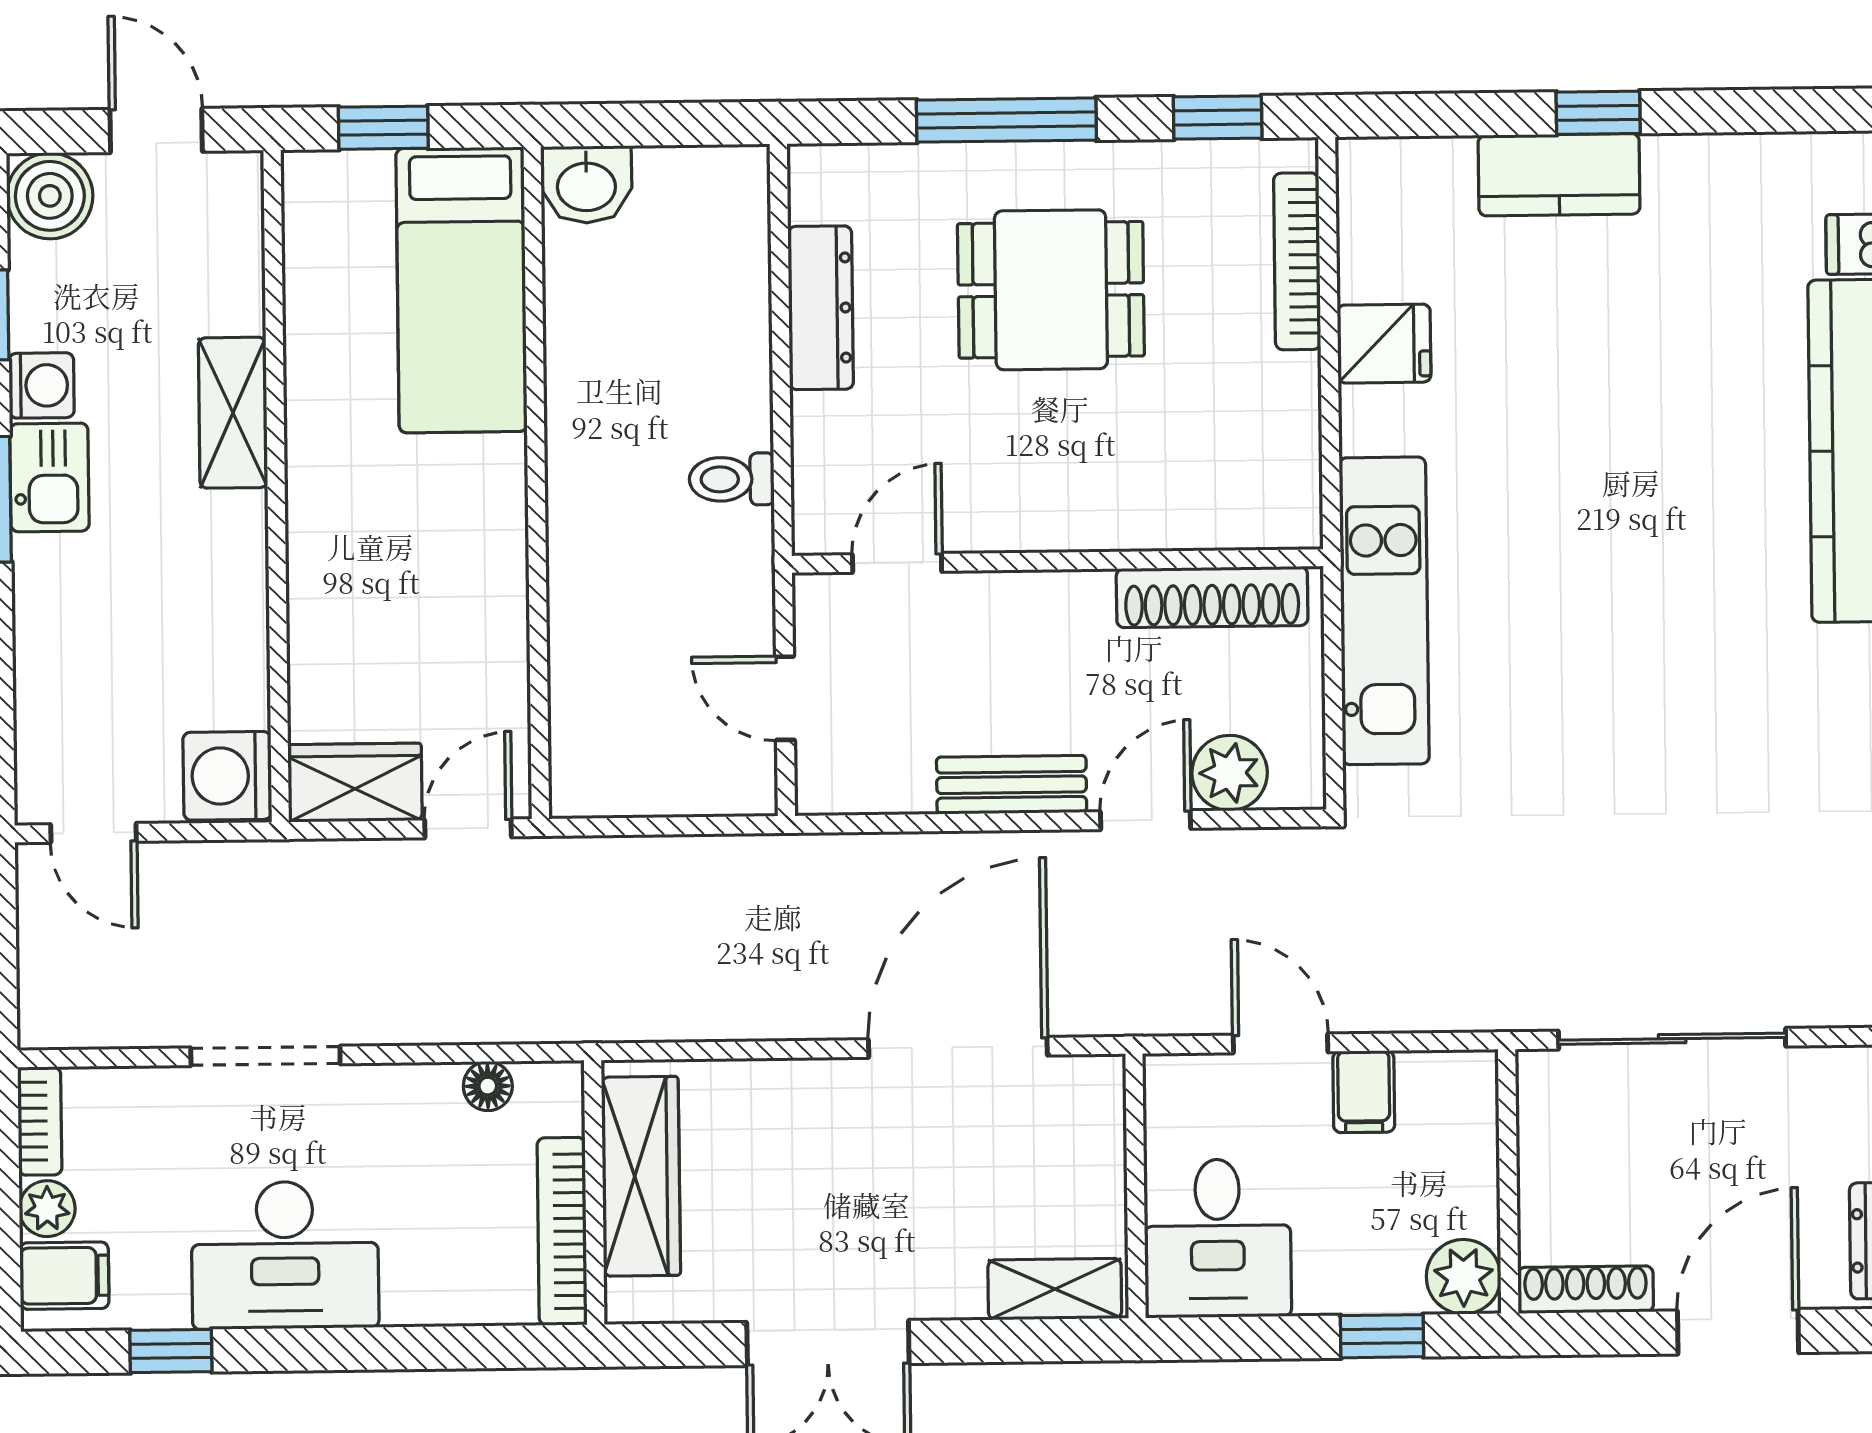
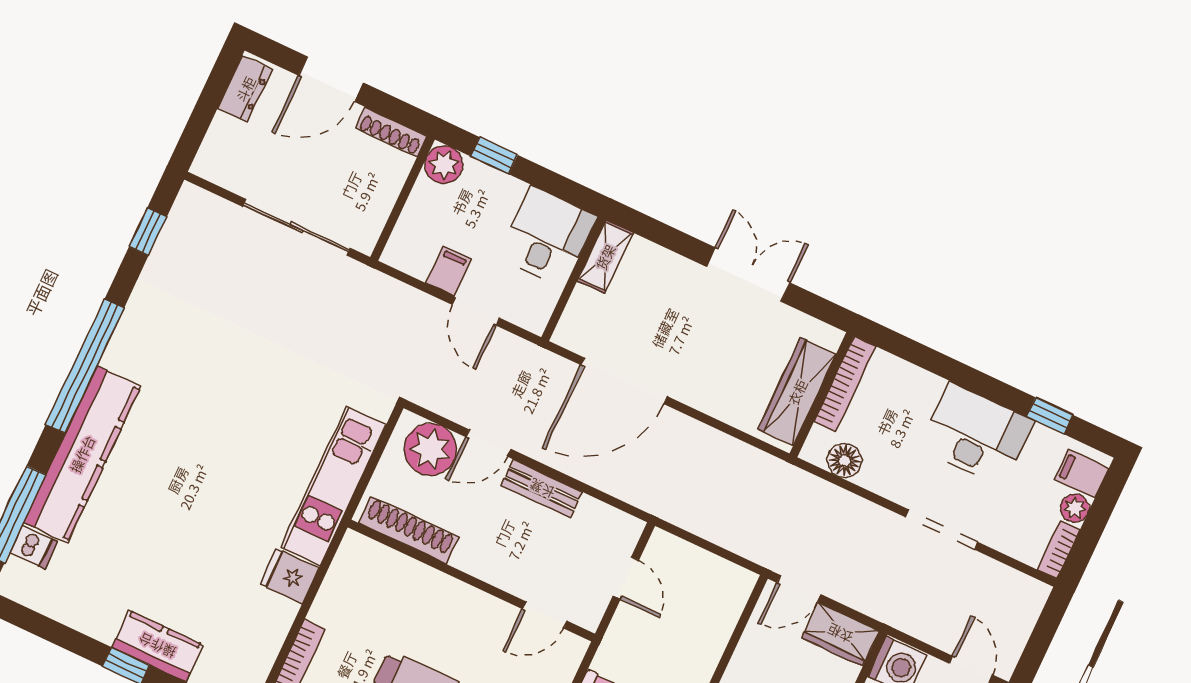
fridge: (1384, 344) -> (289, 576), moved
plant: (1230, 773) -> (430, 449), width x1.36, depth x1.36
floor lamp: (488, 1086) -> (845, 461), width x1.37, depth x1.37
shelving: (1055, 1289) -> (605, 257), moved, turned 90

